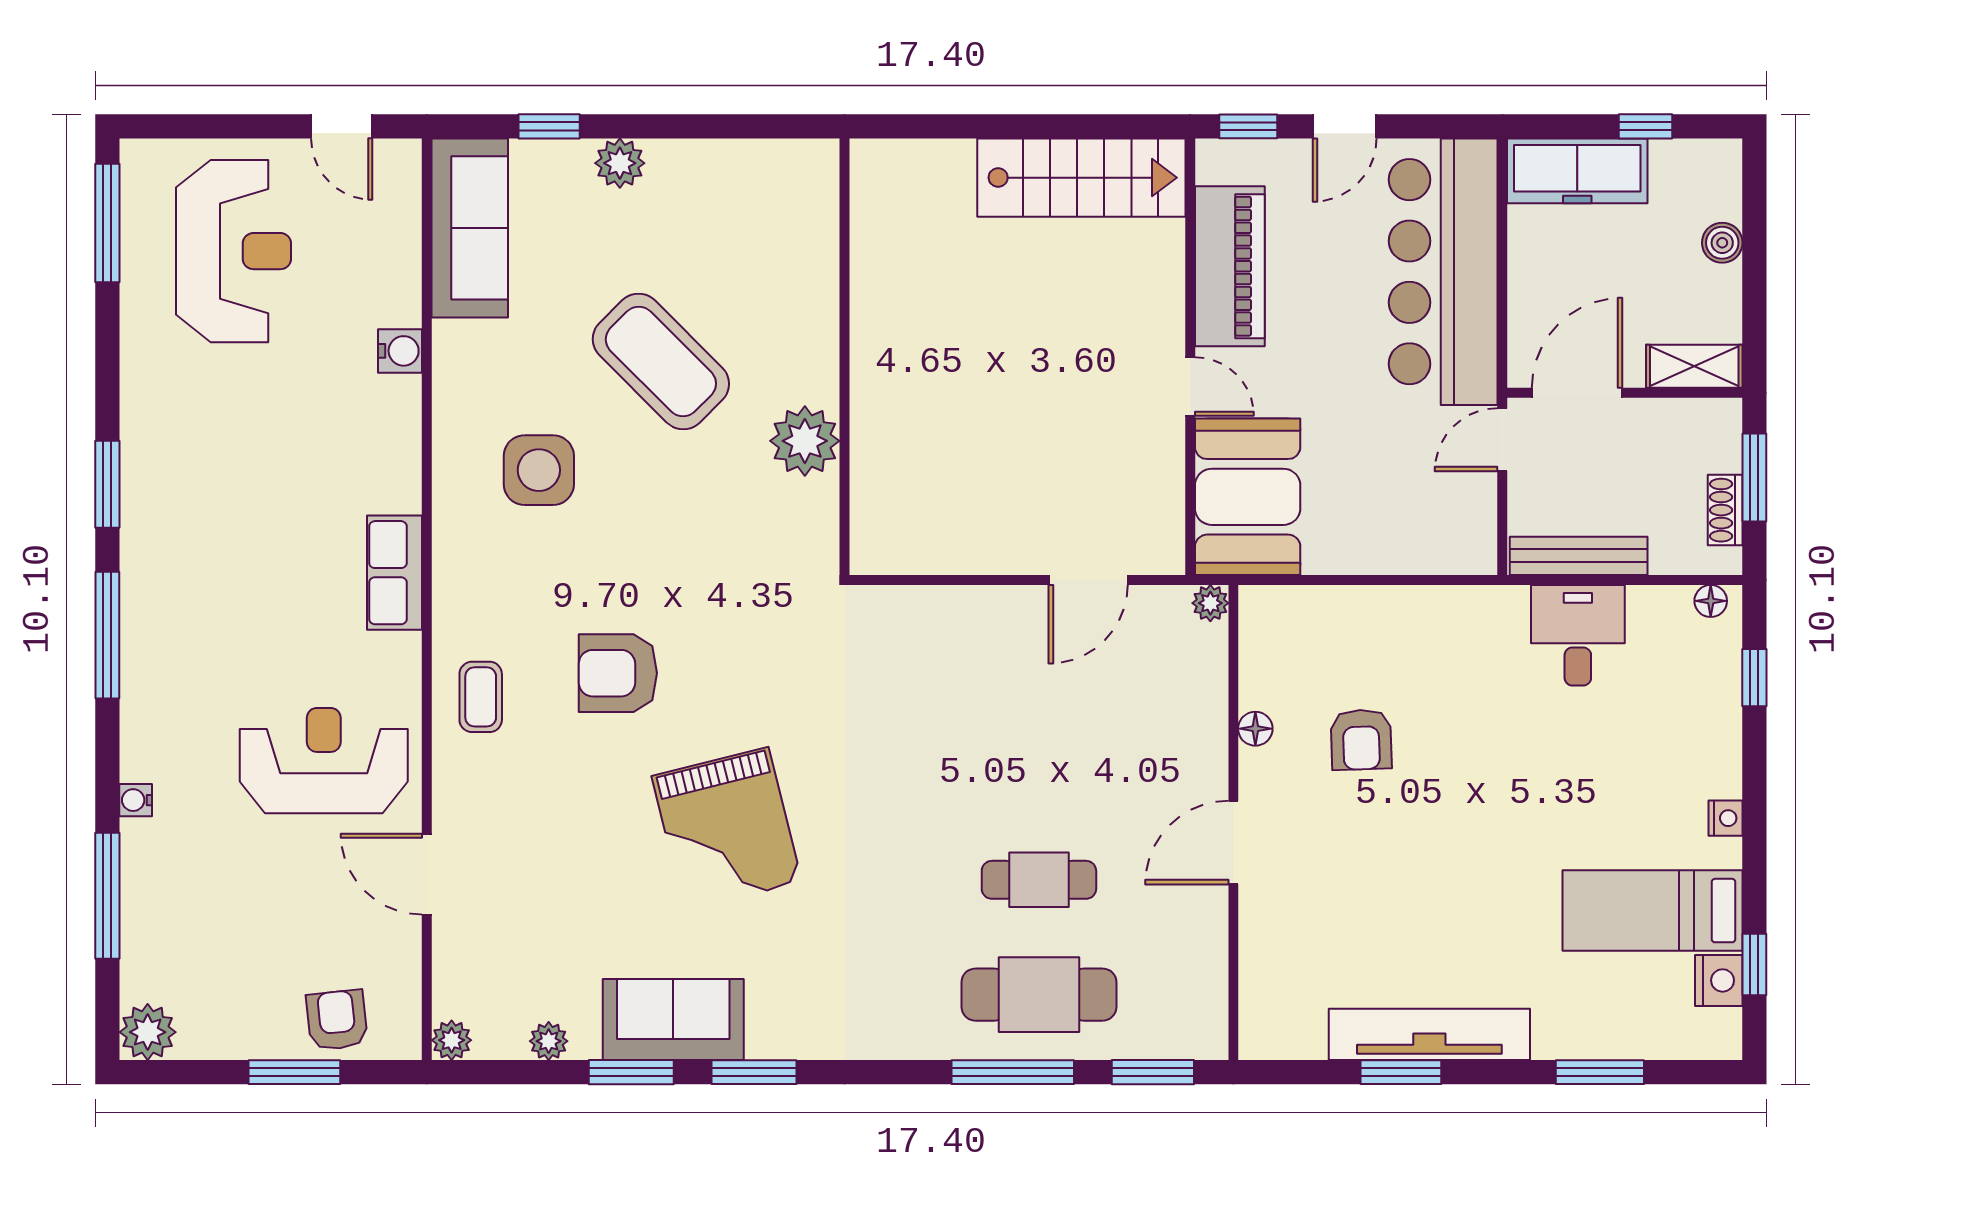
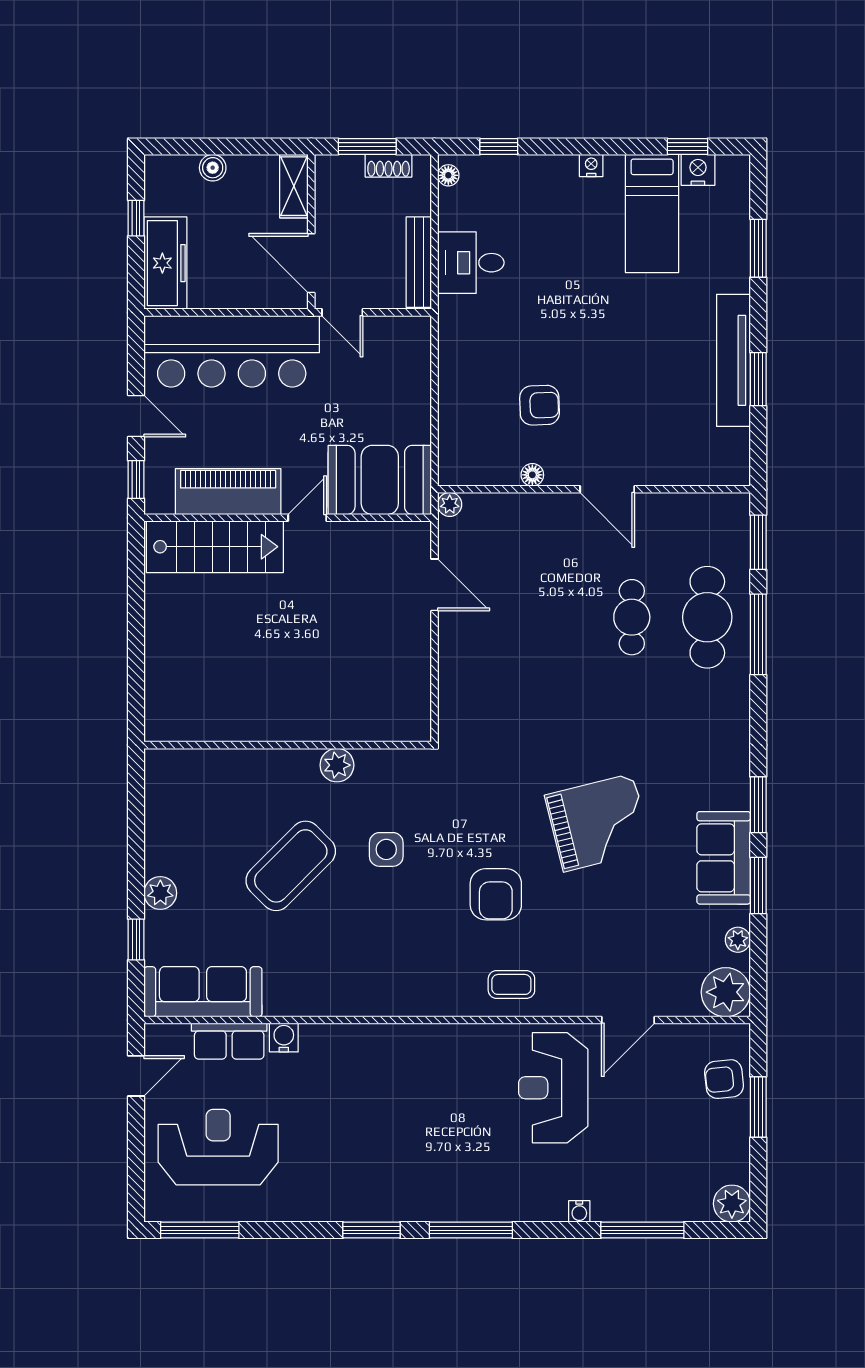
stairs: (1081, 178) -> (215, 547), moved, turned 90
plant: (805, 441) -> (337, 765), width x0.73, depth x0.73
side table: (539, 470) -> (386, 849), moved, width x0.73, depth x0.73
row of seats: (395, 573) -> (229, 1041), moved
plant: (452, 1040) -> (726, 992), width x1.87, depth x1.87

